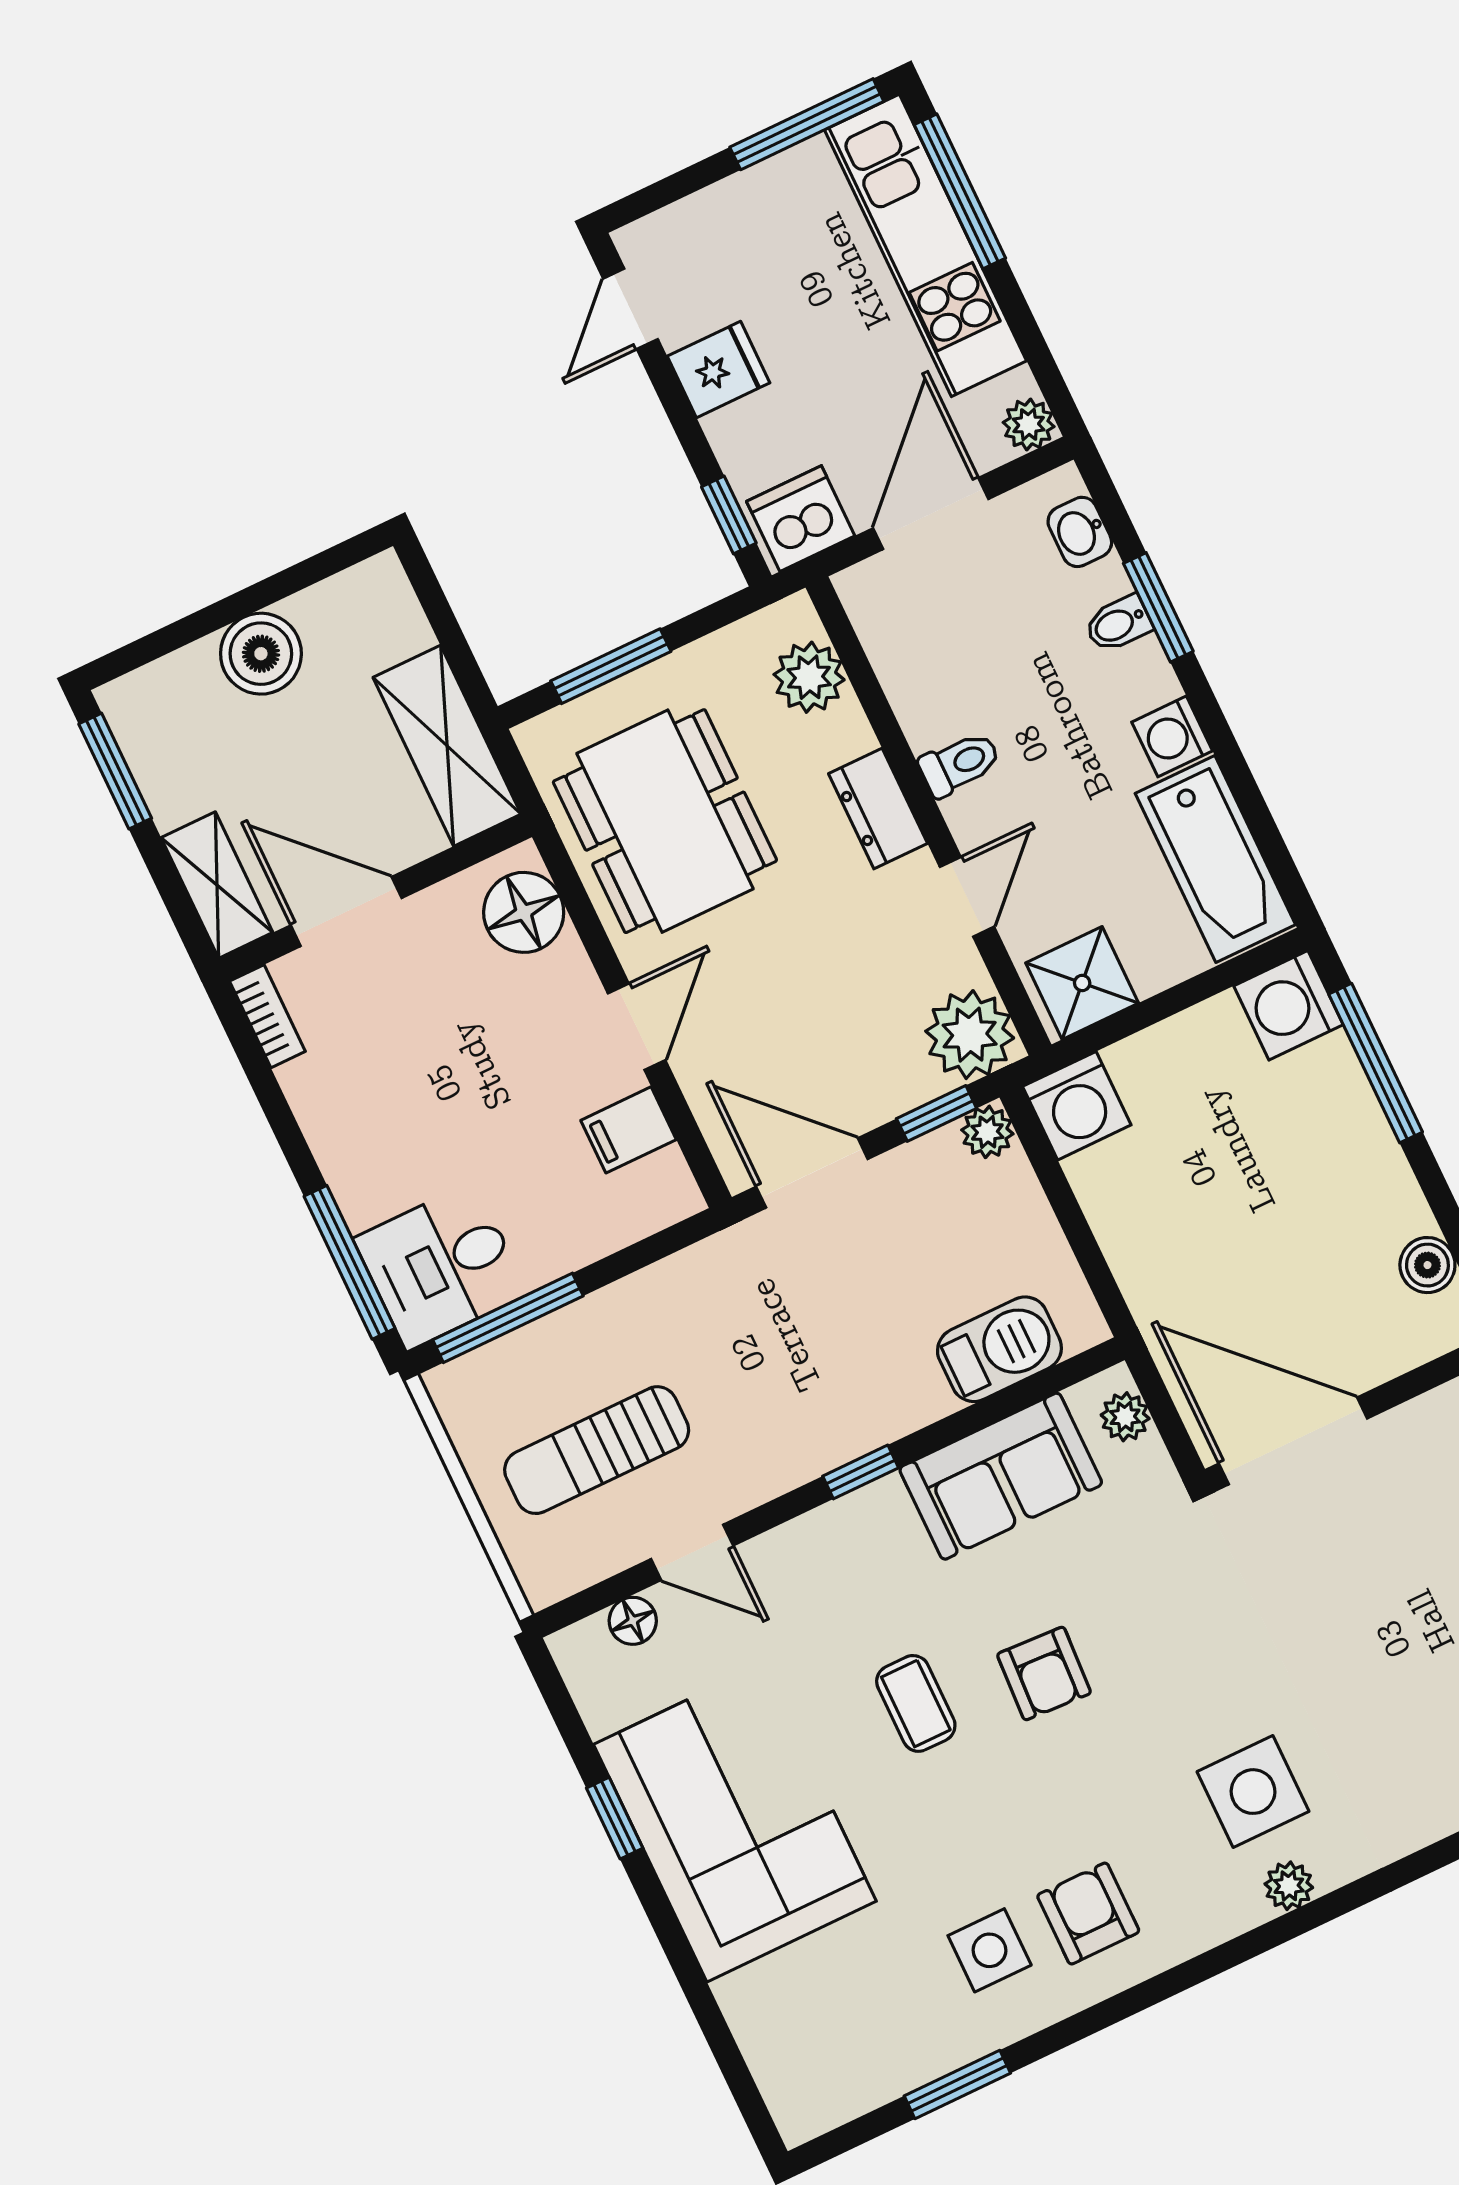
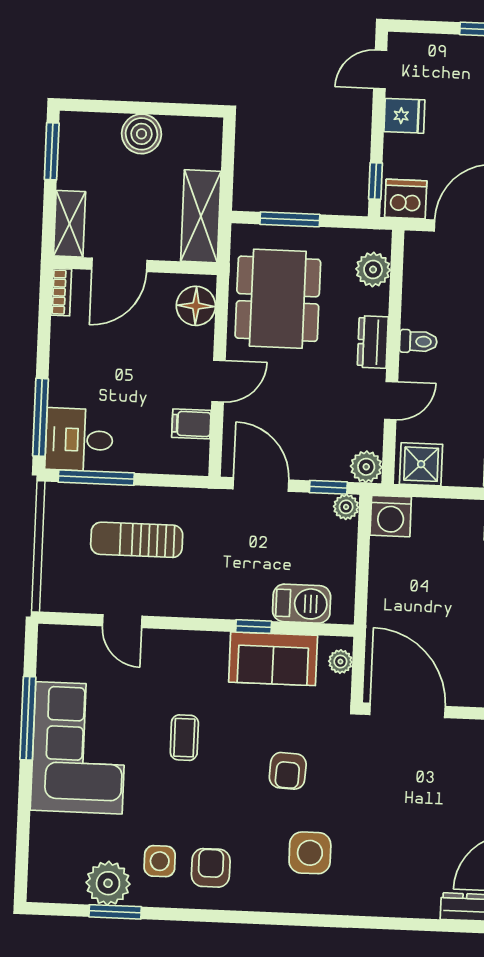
door: (346, 912) -> (119, 265), swing flipped
plant: (970, 1035) -> (366, 467), width x0.73, depth x0.73
sun lounger: (597, 1450) -> (137, 540), moved
window: (861, 1472) -> (254, 627), moved
floor lamp: (633, 1621) -> (81, 637), removed
armchair: (1044, 1674) -> (288, 771), moved
window: (615, 1818) -> (28, 718), width x2.17
plant: (1289, 1886) -> (108, 883), moved, width x1.88, depth x1.88

